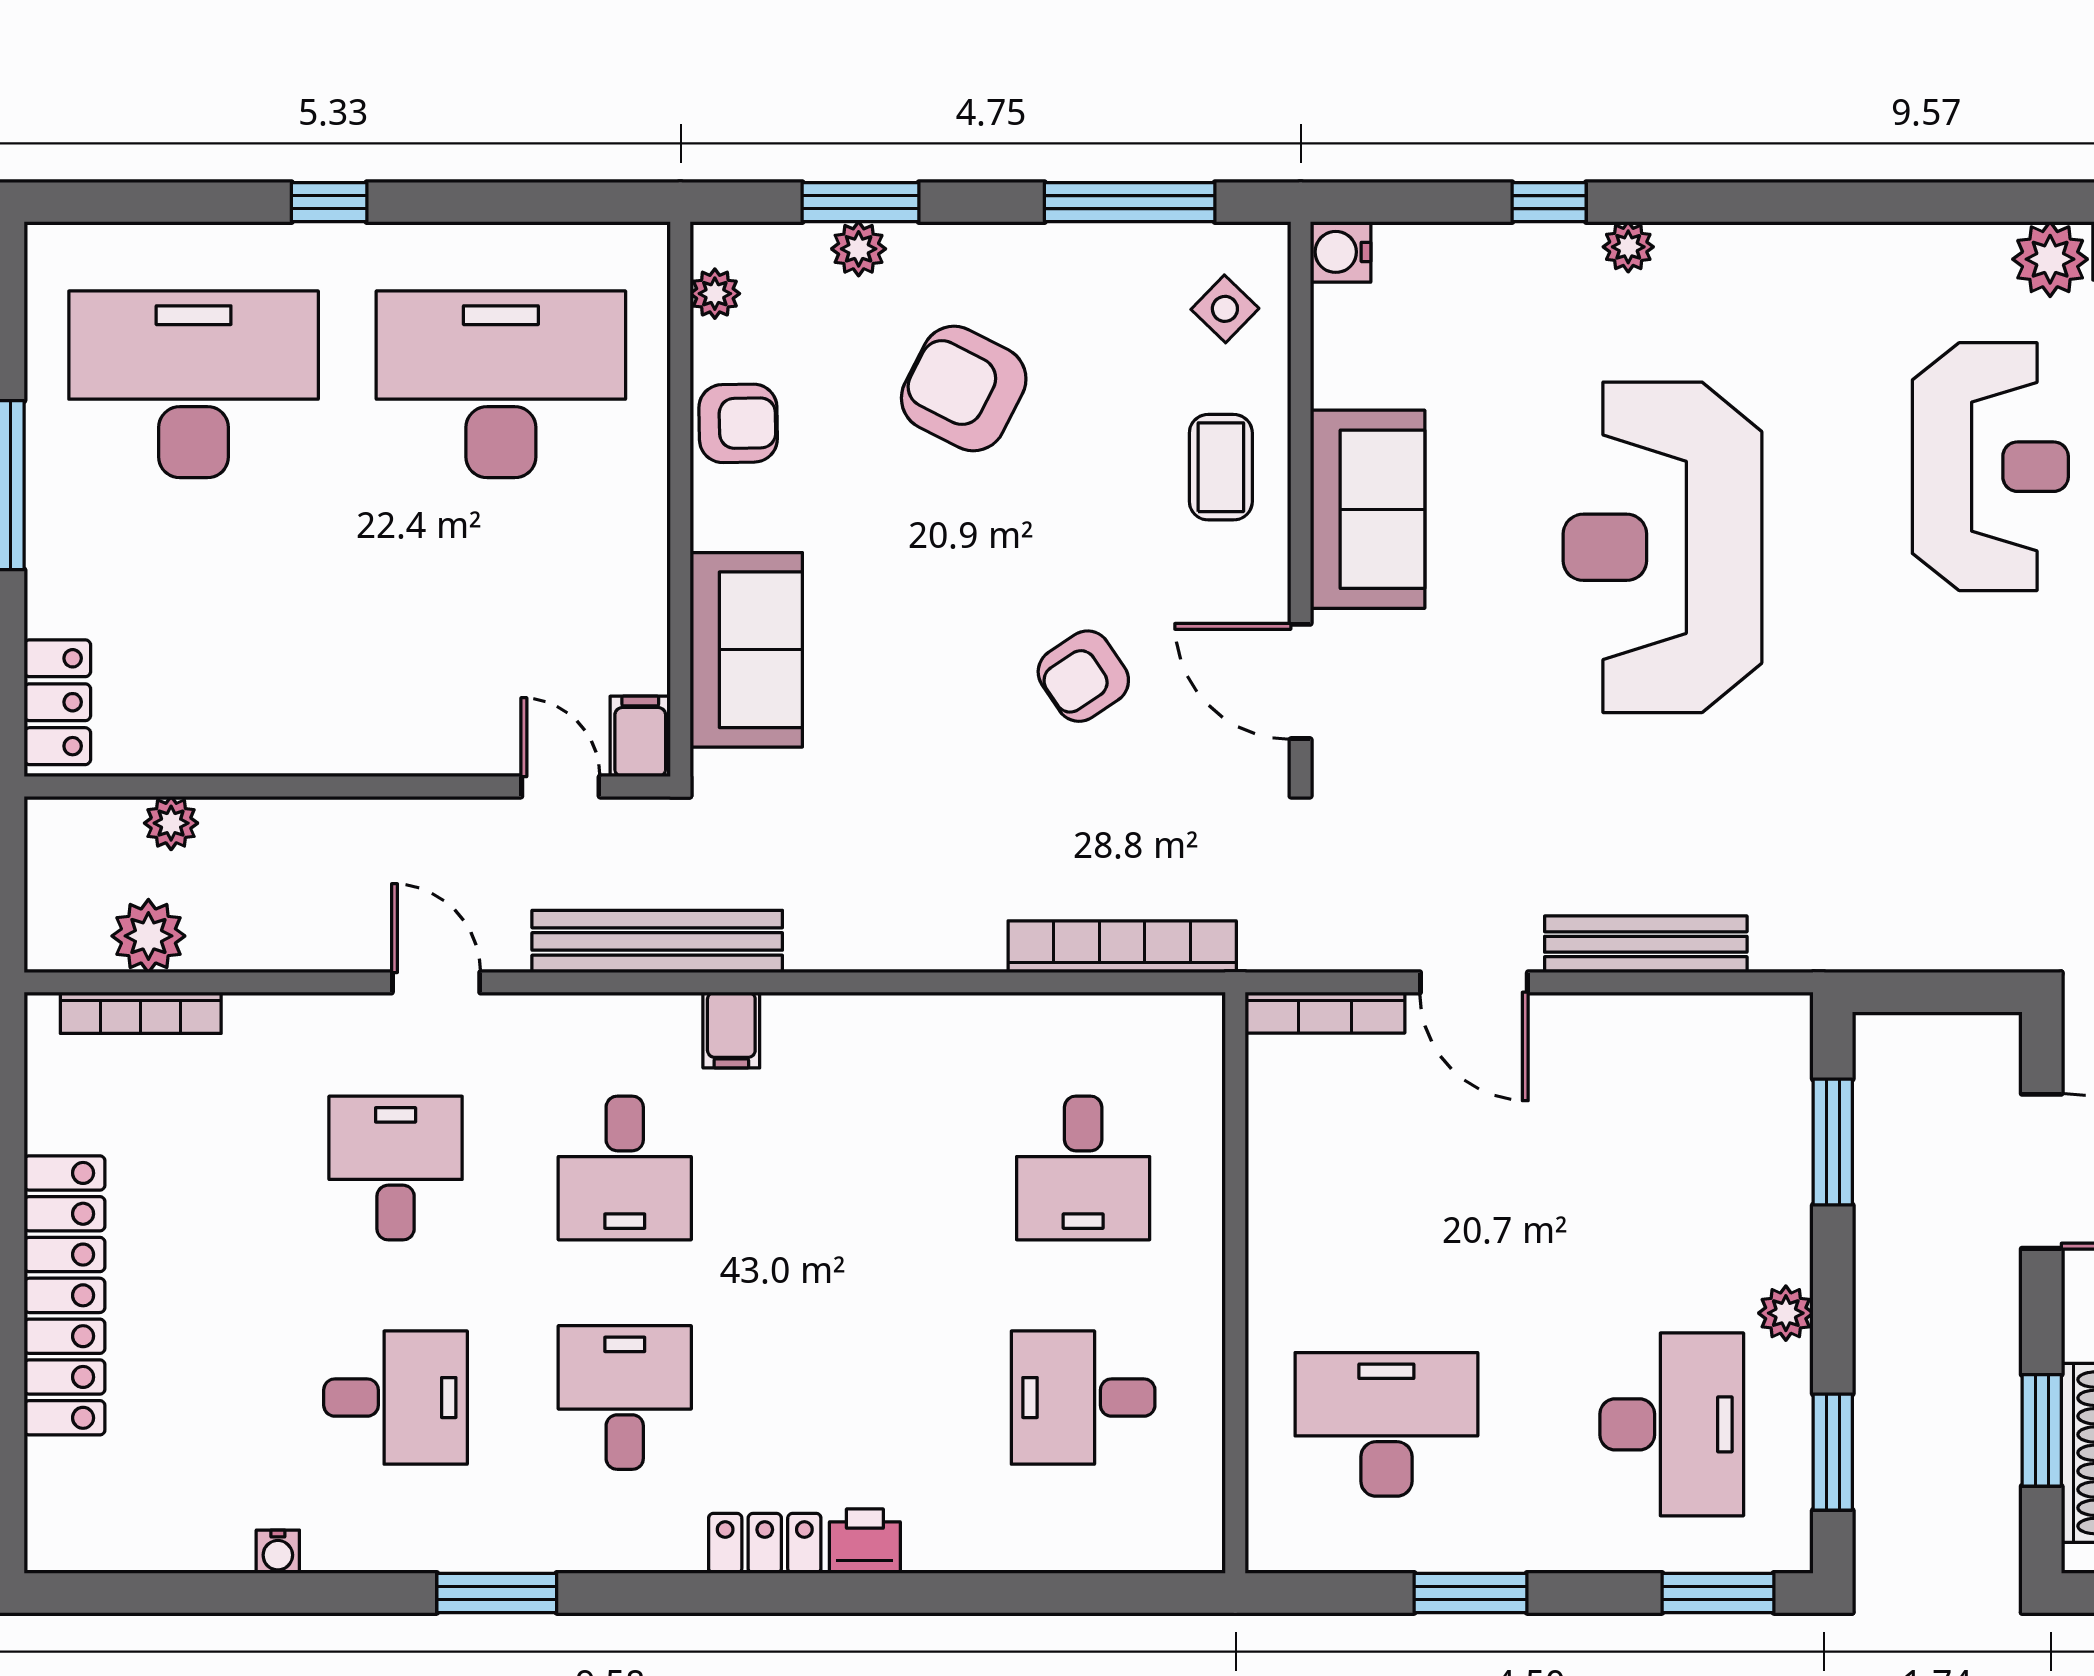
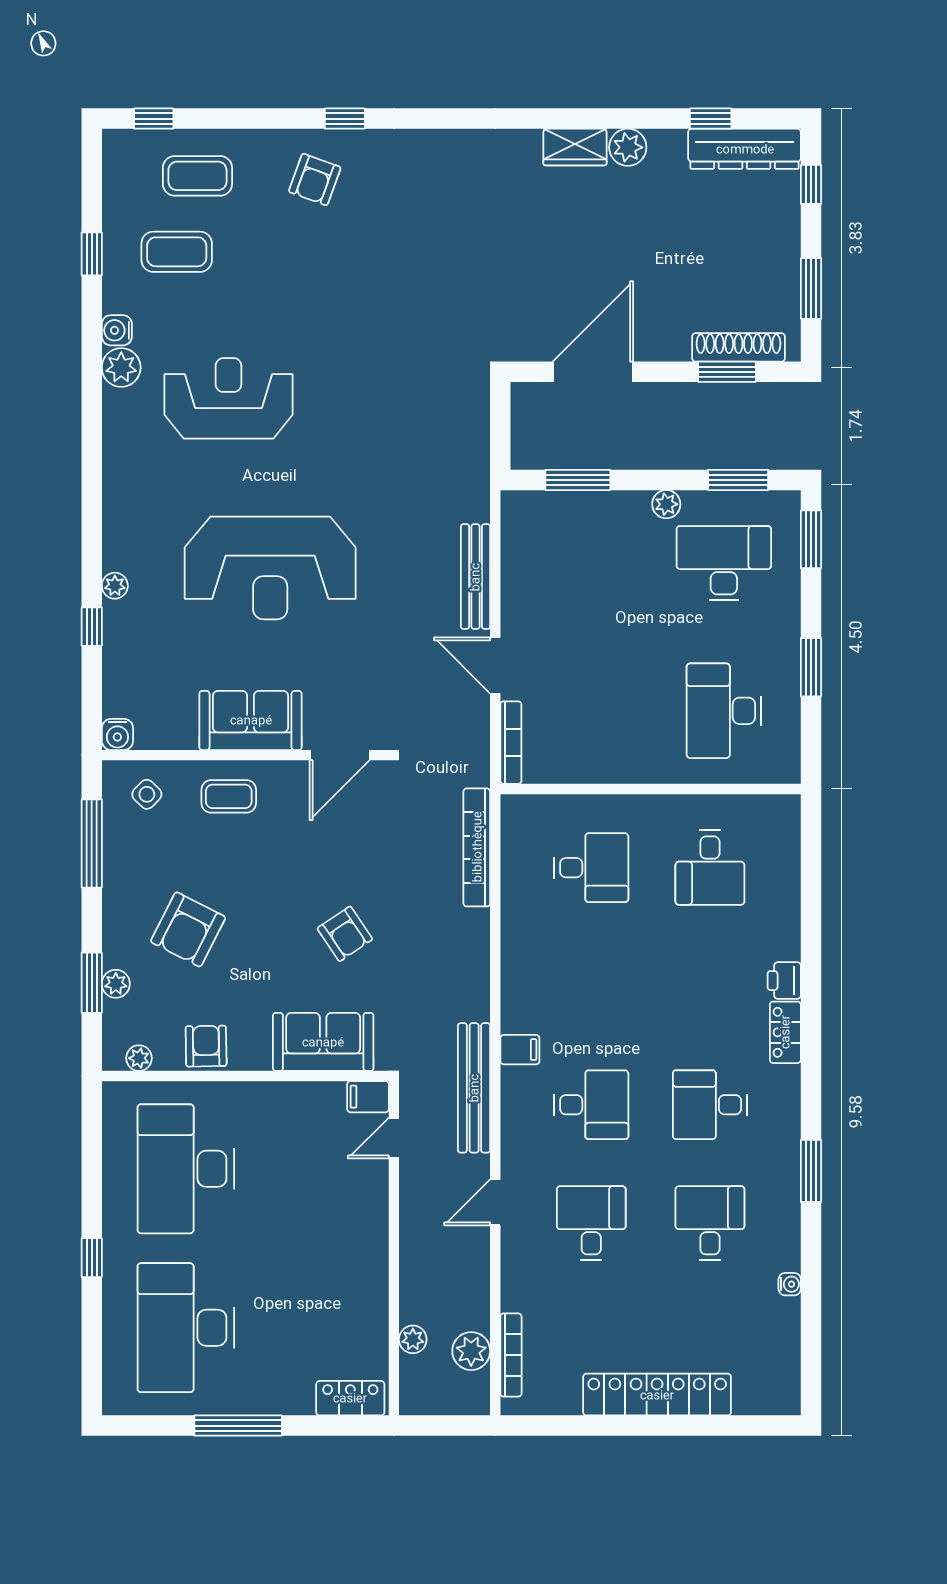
armchair: (1083, 676) -> (345, 934), moved
door: (1474, 982) -> (495, 665), swing flipped
desk: (396, 1168) -> (591, 1223), turned 90

